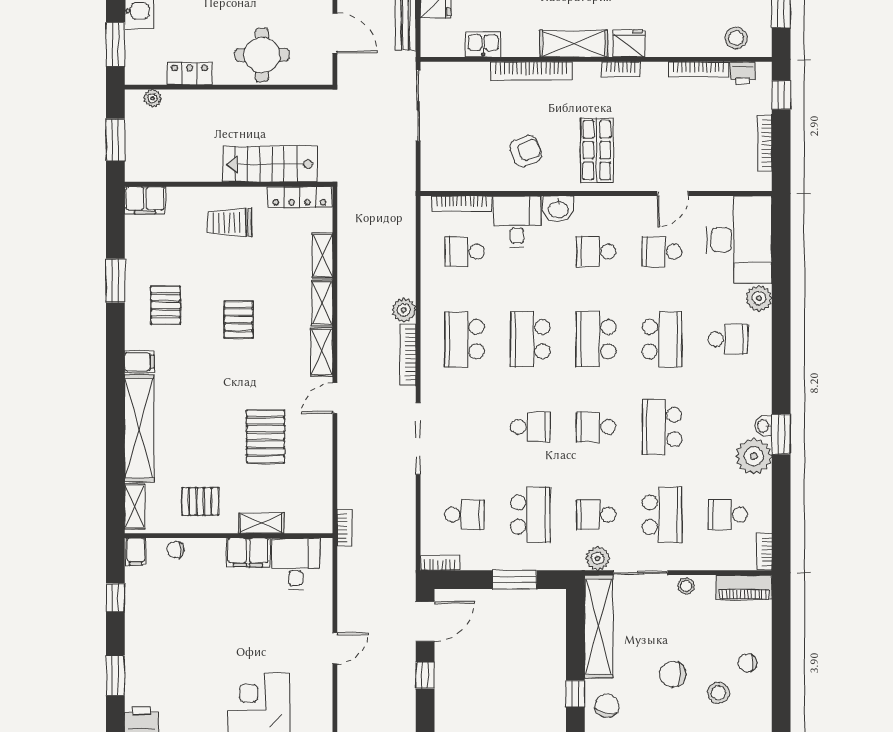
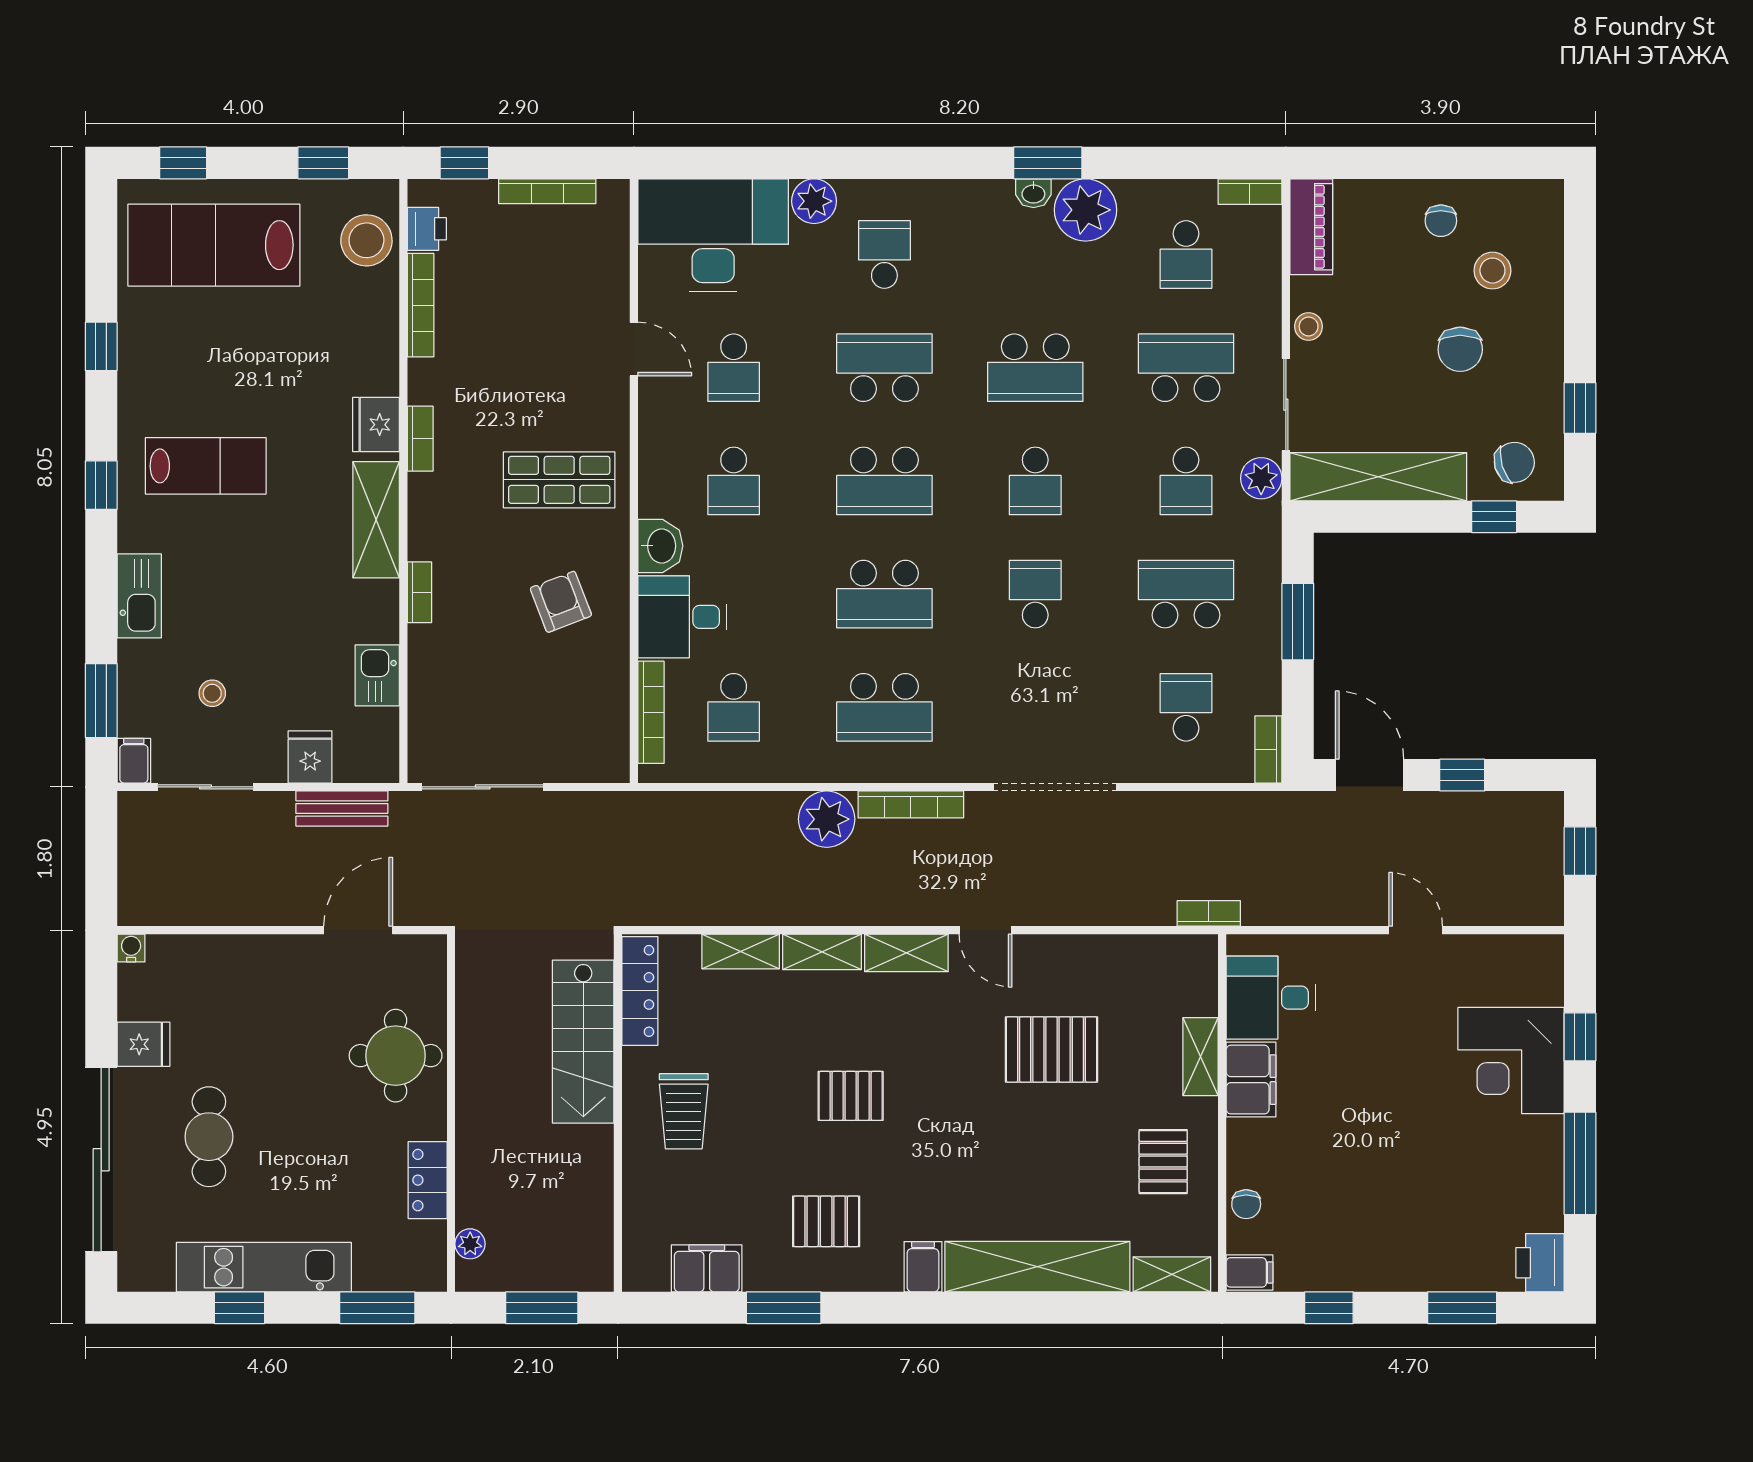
stool: (736, 38) -> (366, 240), width x1.38, depth x1.38
bookcase: (531, 71) -> (419, 592), width x0.43, depth x0.76
filing cabinet: (145, 200) -> (707, 1268), moved, turned -90
plant: (404, 310) -> (827, 819), width x1.36, depth x1.36
chair: (607, 706) -> (1514, 462), turned 149

